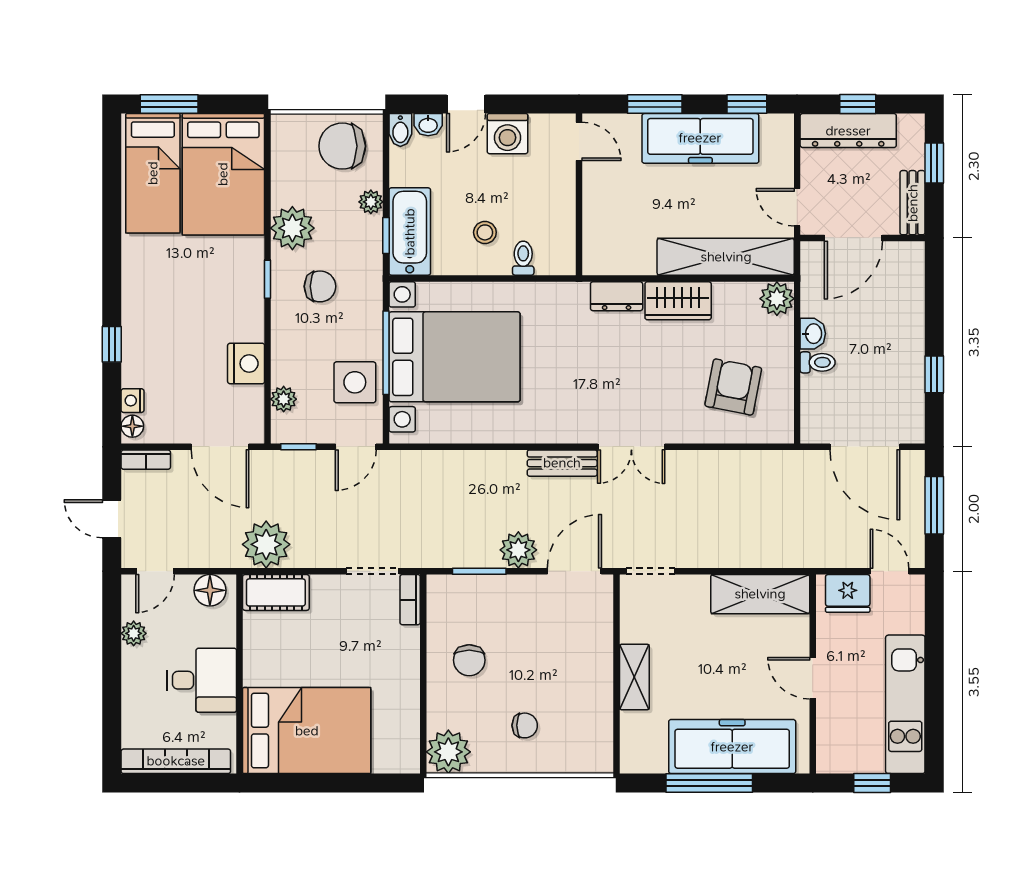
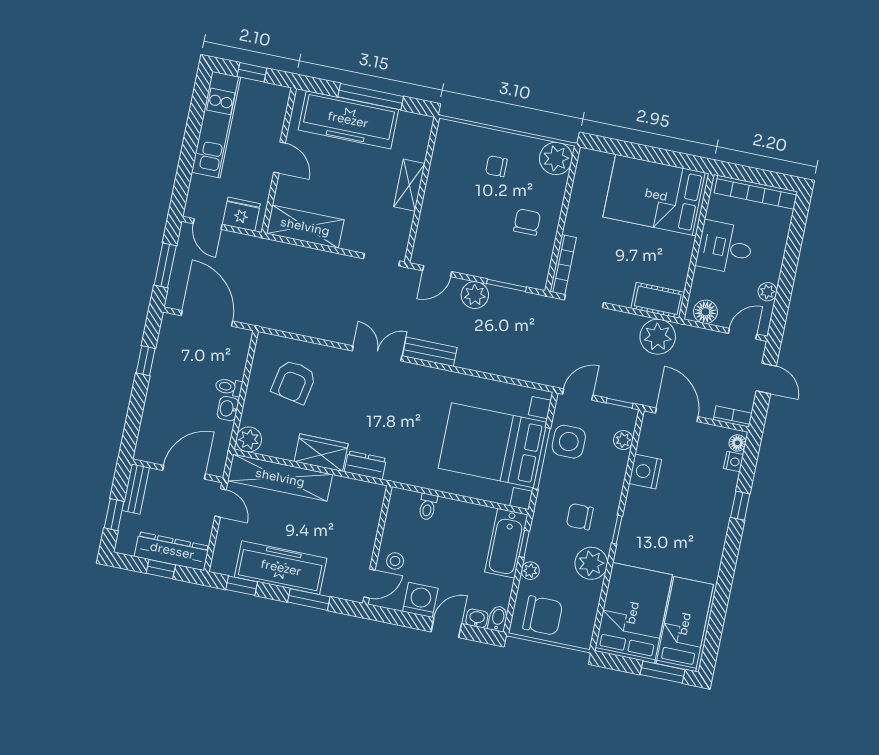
door: (579, 141) -> (369, 584), swing flipped
stool: (485, 232) -> (395, 561), moved
door: (574, 571) -> (437, 271), width x0.73
bookcase: (410, 600) -> (563, 265), width x1.56

